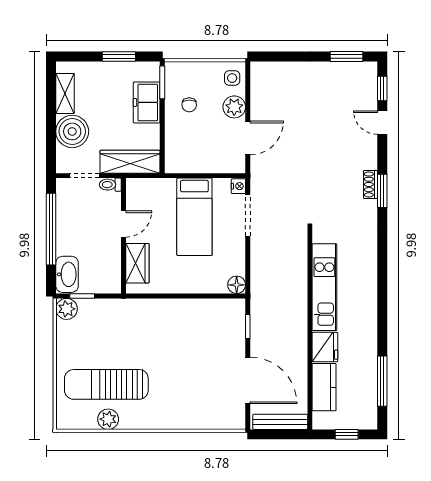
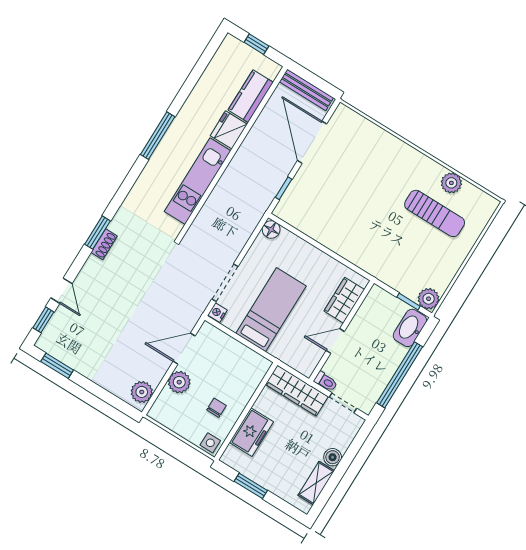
side table: (232, 78) -> (210, 443), moved
plant: (261, 79) -> (142, 392), added
window: (162, 82) -> (228, 441), removed
boiler: (72, 131) -> (333, 457), width x0.54, depth x0.54
window: (382, 381) -> (158, 136), moved
sun lounger: (106, 384) -> (435, 213), width x0.73, depth x0.75

